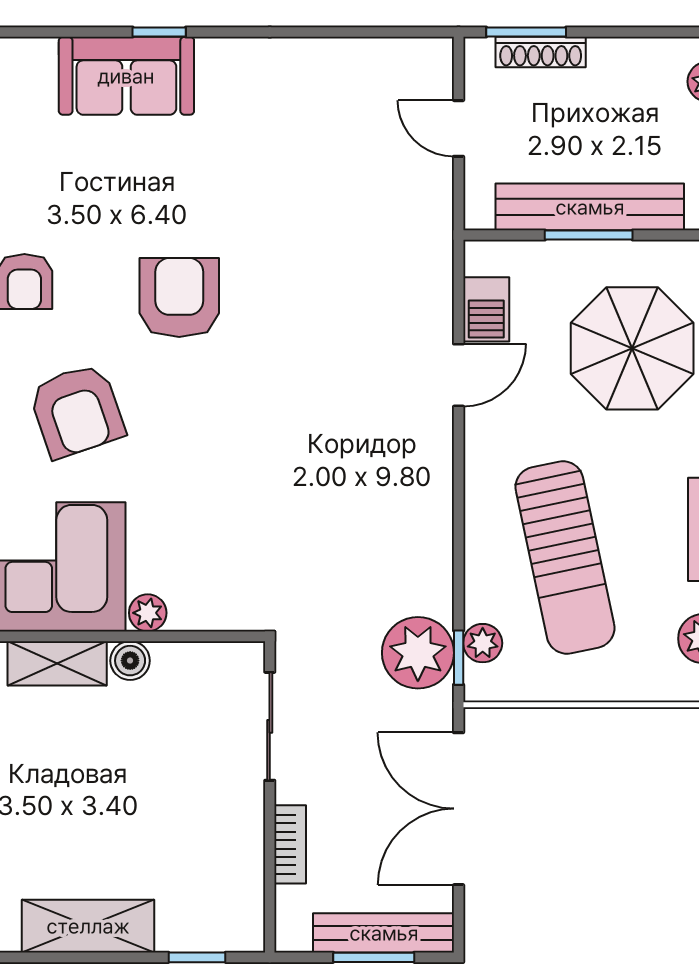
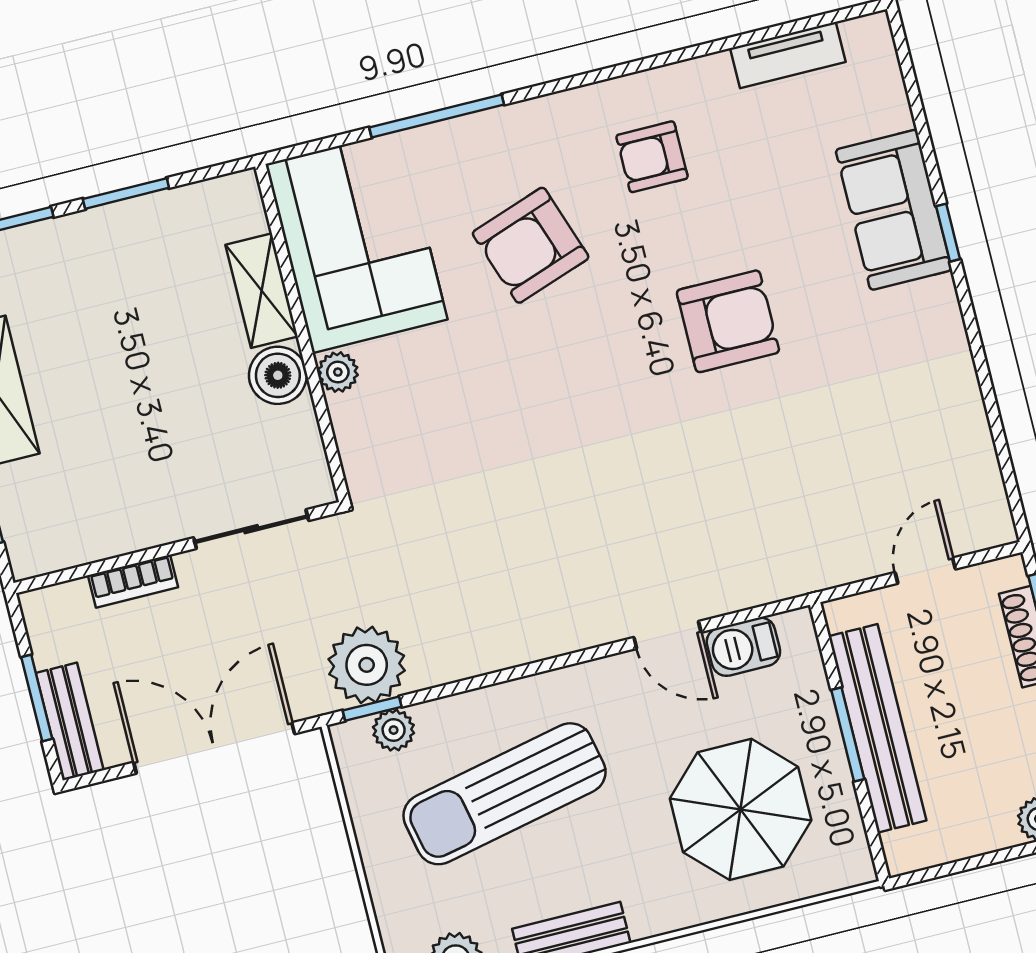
armchair: (179, 298) -> (728, 321), moved
boiler: (130, 661) -> (278, 375), width x1.36, depth x1.36
bench: (384, 933) -> (70, 722), width x0.73

